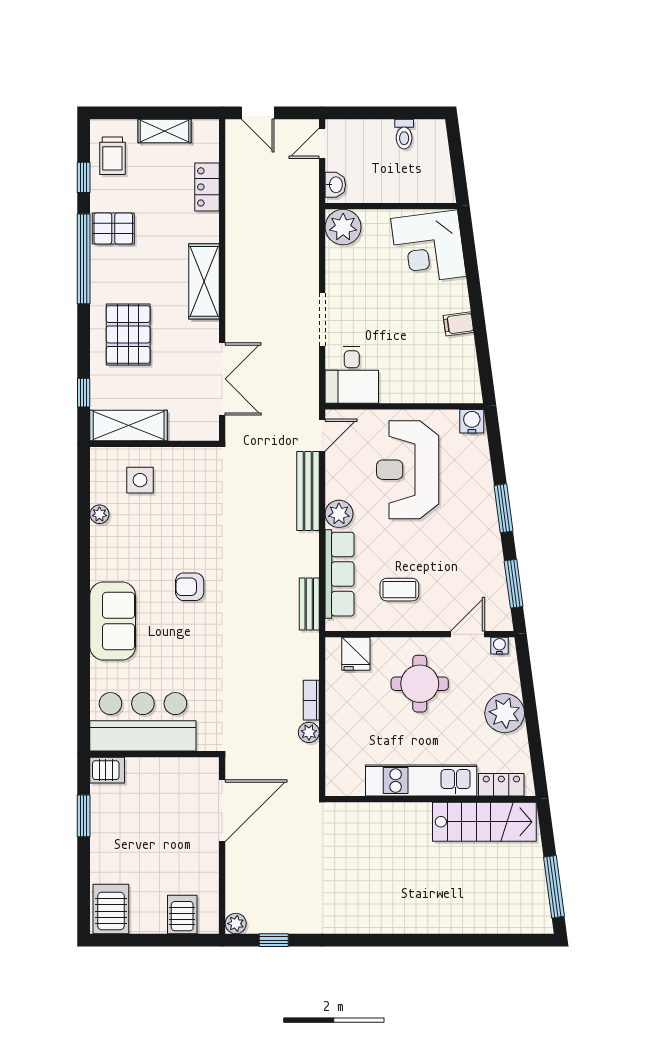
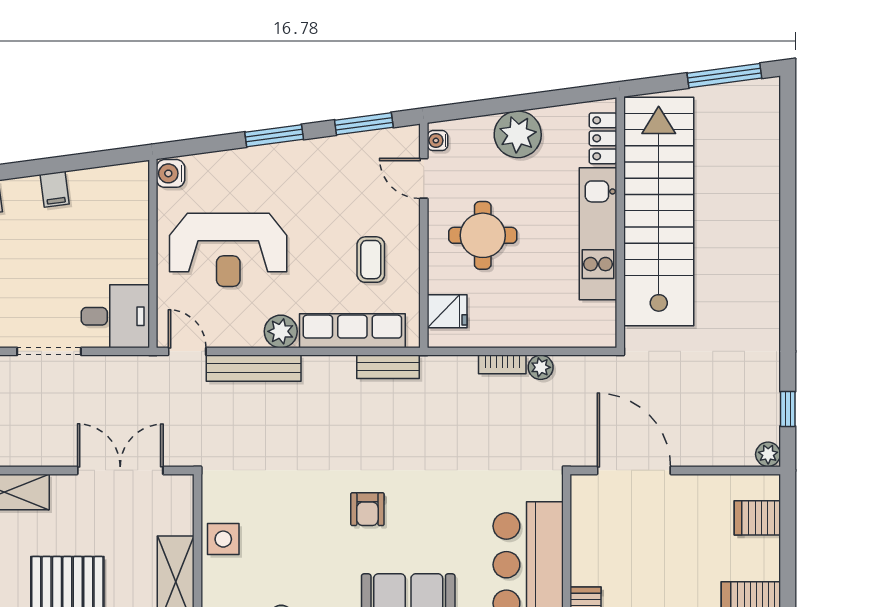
side table: (140, 480) -> (223, 539), moved
stairs: (484, 822) -> (659, 211), width x1.86, depth x1.51

